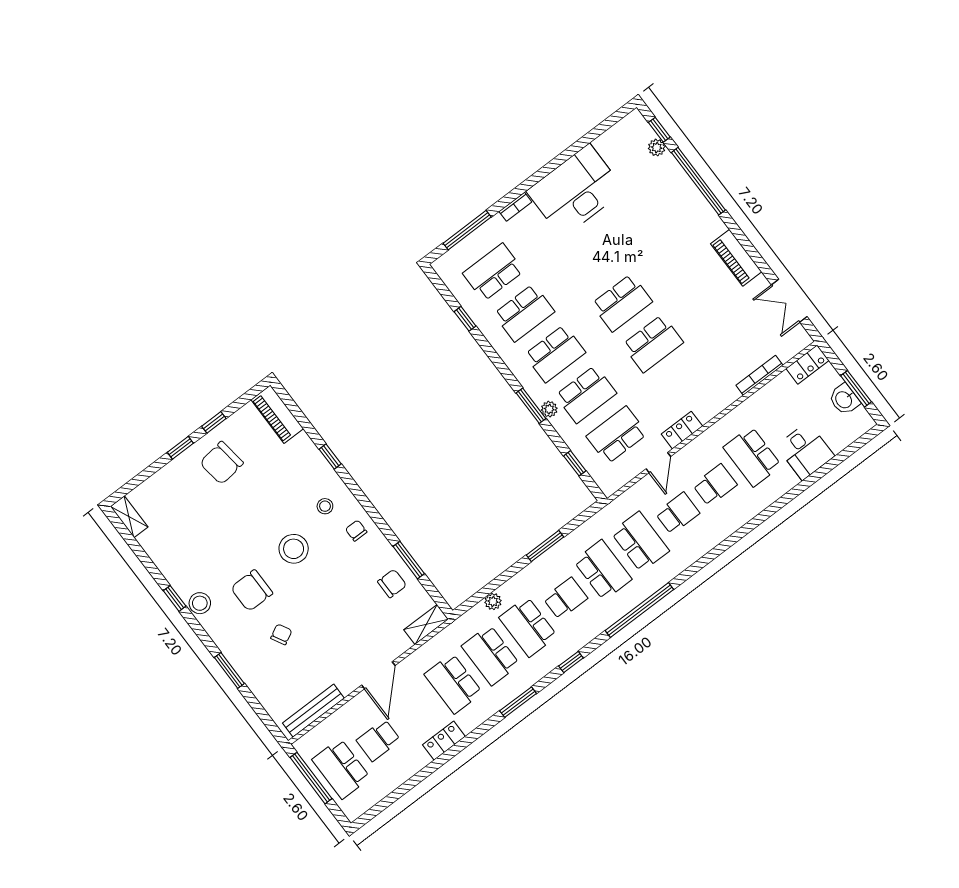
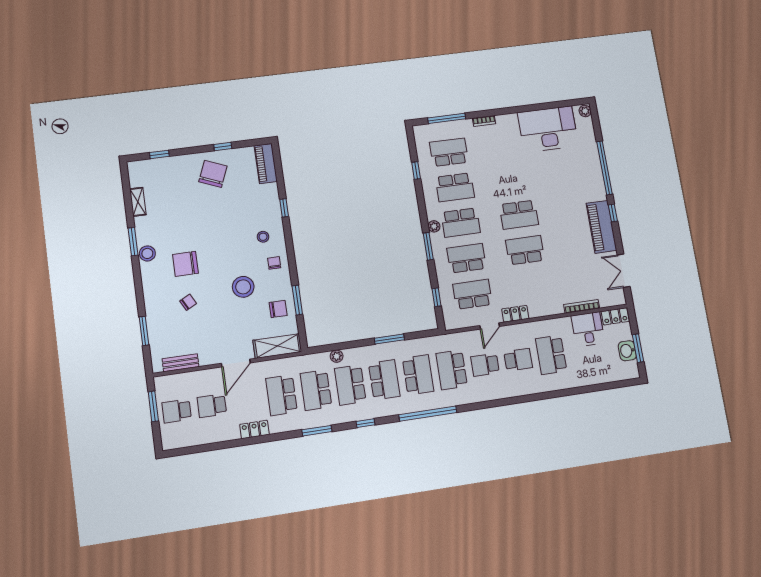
window: (659, 130) -> (613, 213), moved
plant: (657, 148) -> (585, 111), moved
desk: (576, 191) -> (548, 129), moved
piano: (736, 258) -> (601, 227), width x1.37, depth x1.33
school desk: (653, 344) -> (525, 250), turned 180
school desk: (586, 394) -> (467, 258), turned 180
plant: (549, 409) -> (434, 226), moved
window: (180, 448) -> (159, 154), moved
desk: (805, 451) -> (588, 329), moved, turned 180
chair: (222, 463) -> (213, 174), turned 120
school desk: (678, 513) -> (485, 365), turned 180
shelving: (129, 517) -> (138, 202), moved
school desk: (640, 542) -> (452, 370), turned 180
stool: (294, 549) -> (243, 287), moved
window: (175, 598) -> (133, 242), width x1.50
school desk: (565, 598) -> (384, 380), width x1.85
shelving: (426, 624) -> (277, 346), width x1.50, depth x1.33
window: (229, 671) -> (144, 331), moved
bench: (313, 711) -> (181, 363), width x0.73
school desk: (341, 769) -> (177, 411), width x0.54
window: (311, 778) -> (153, 406), width x0.69

